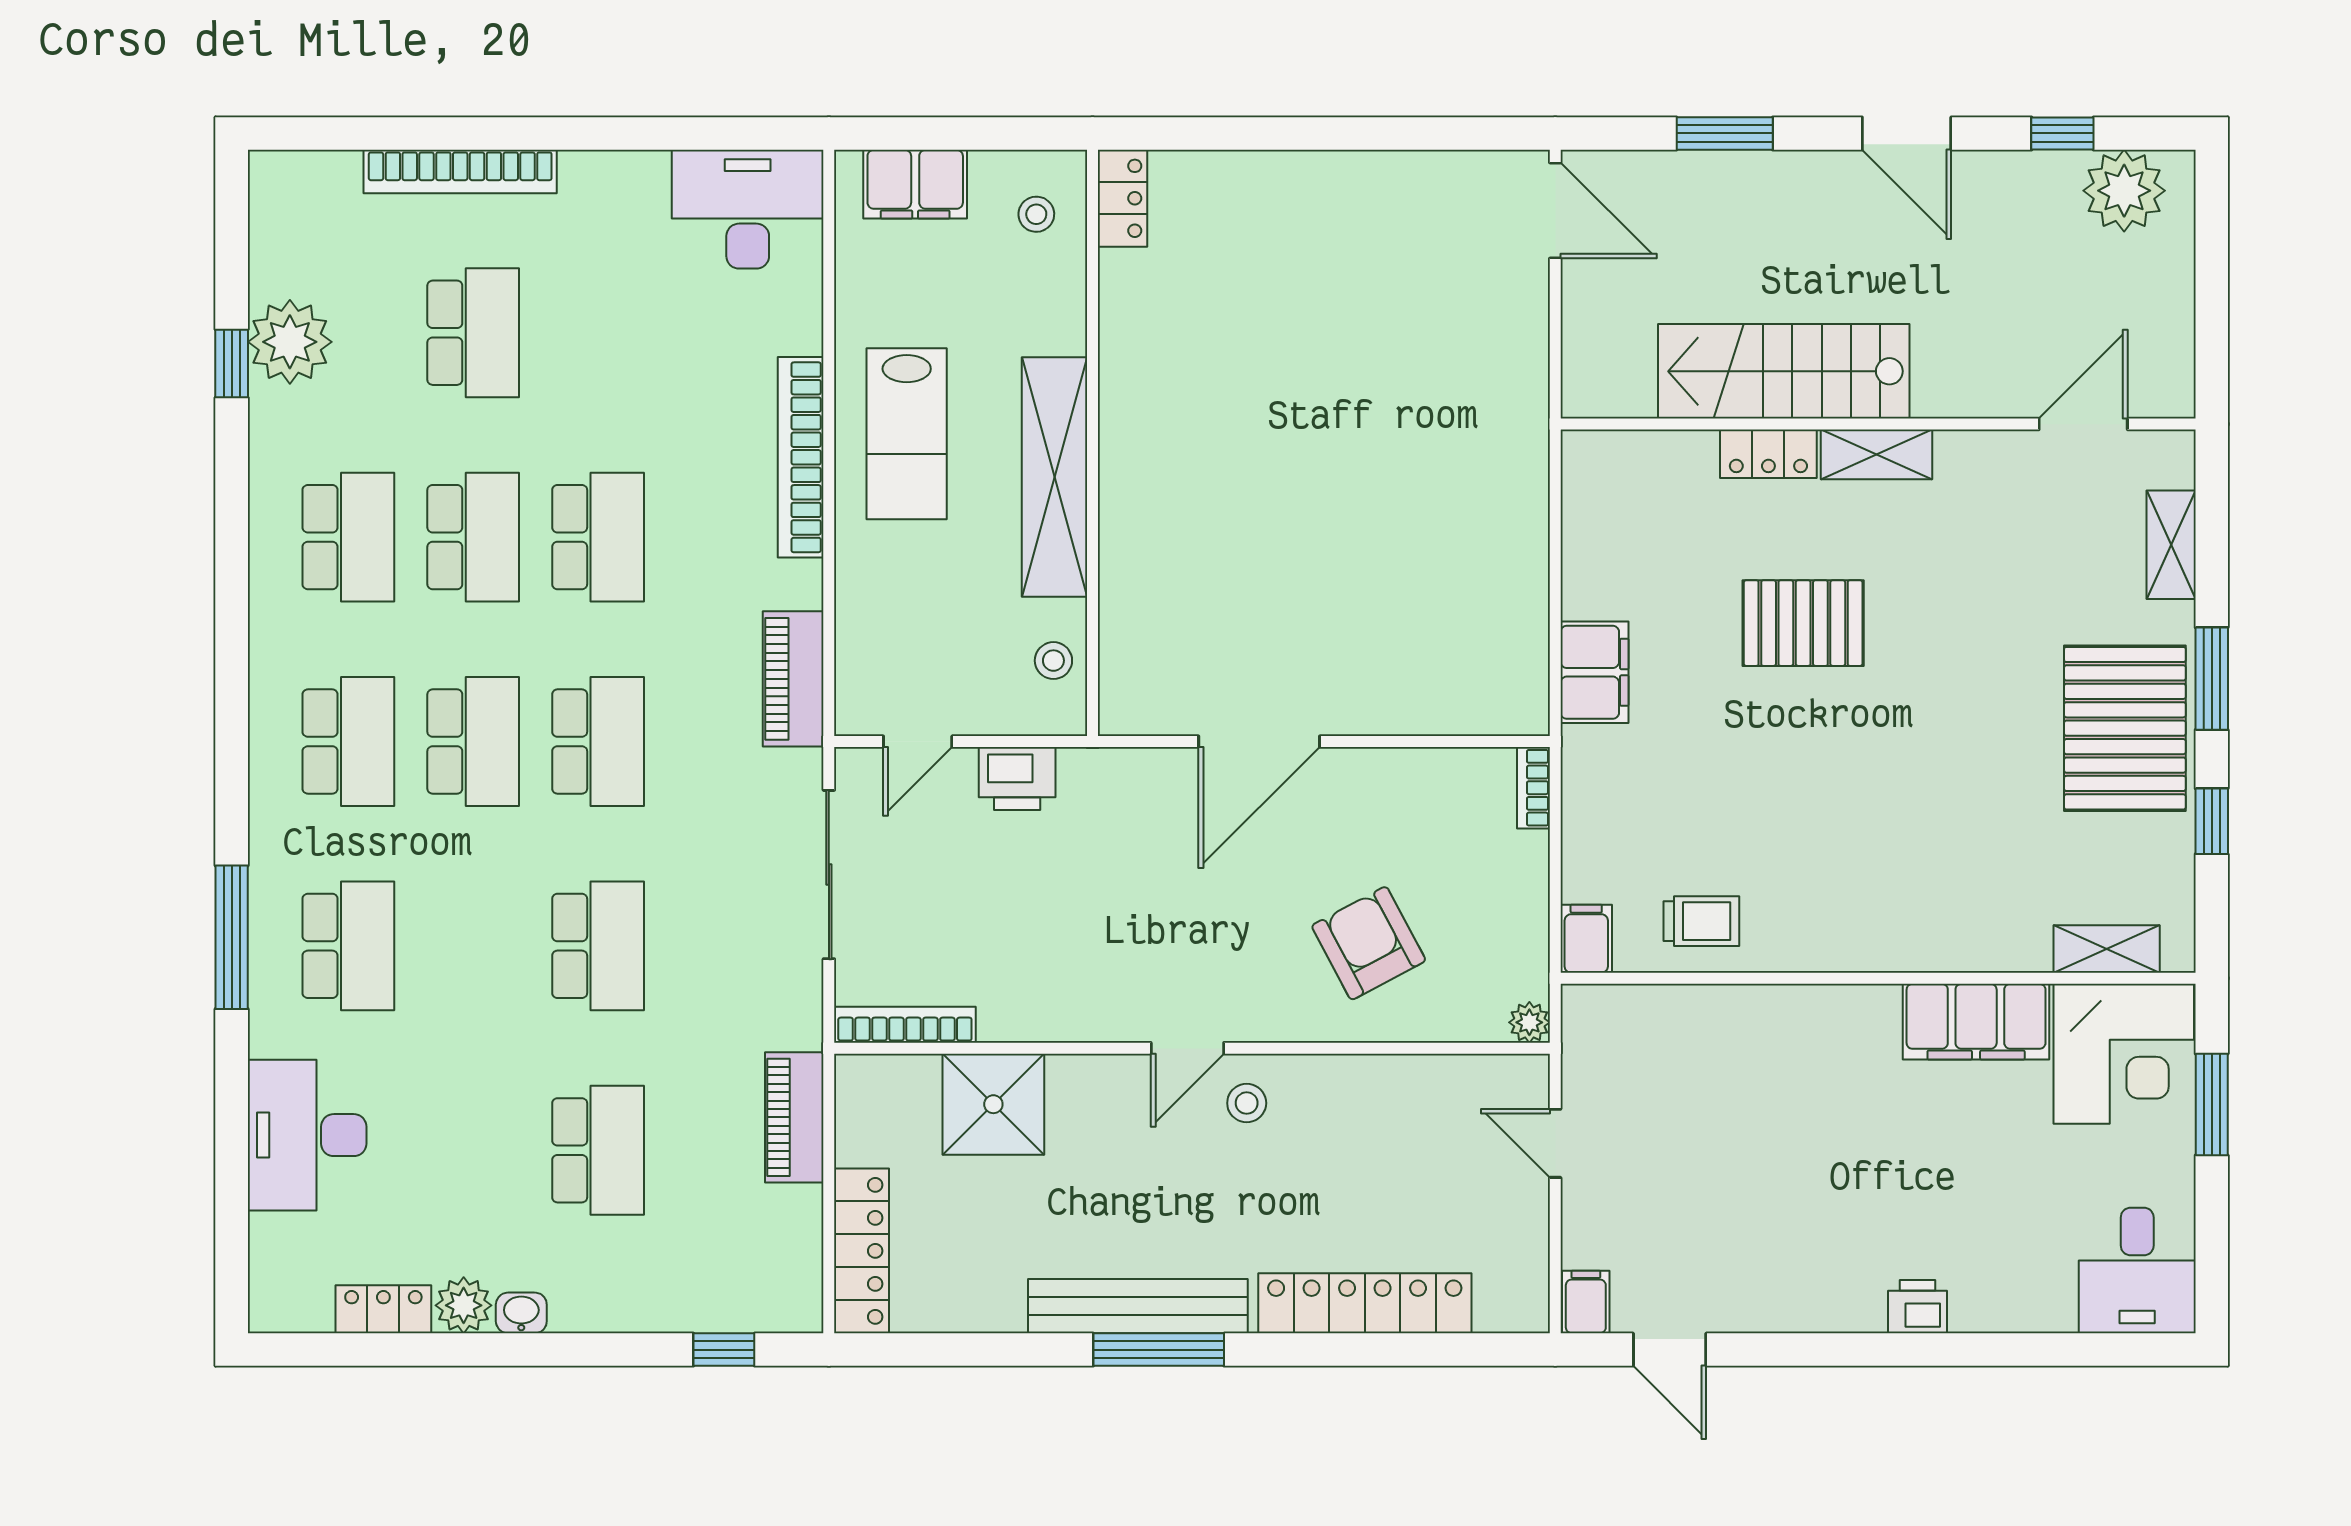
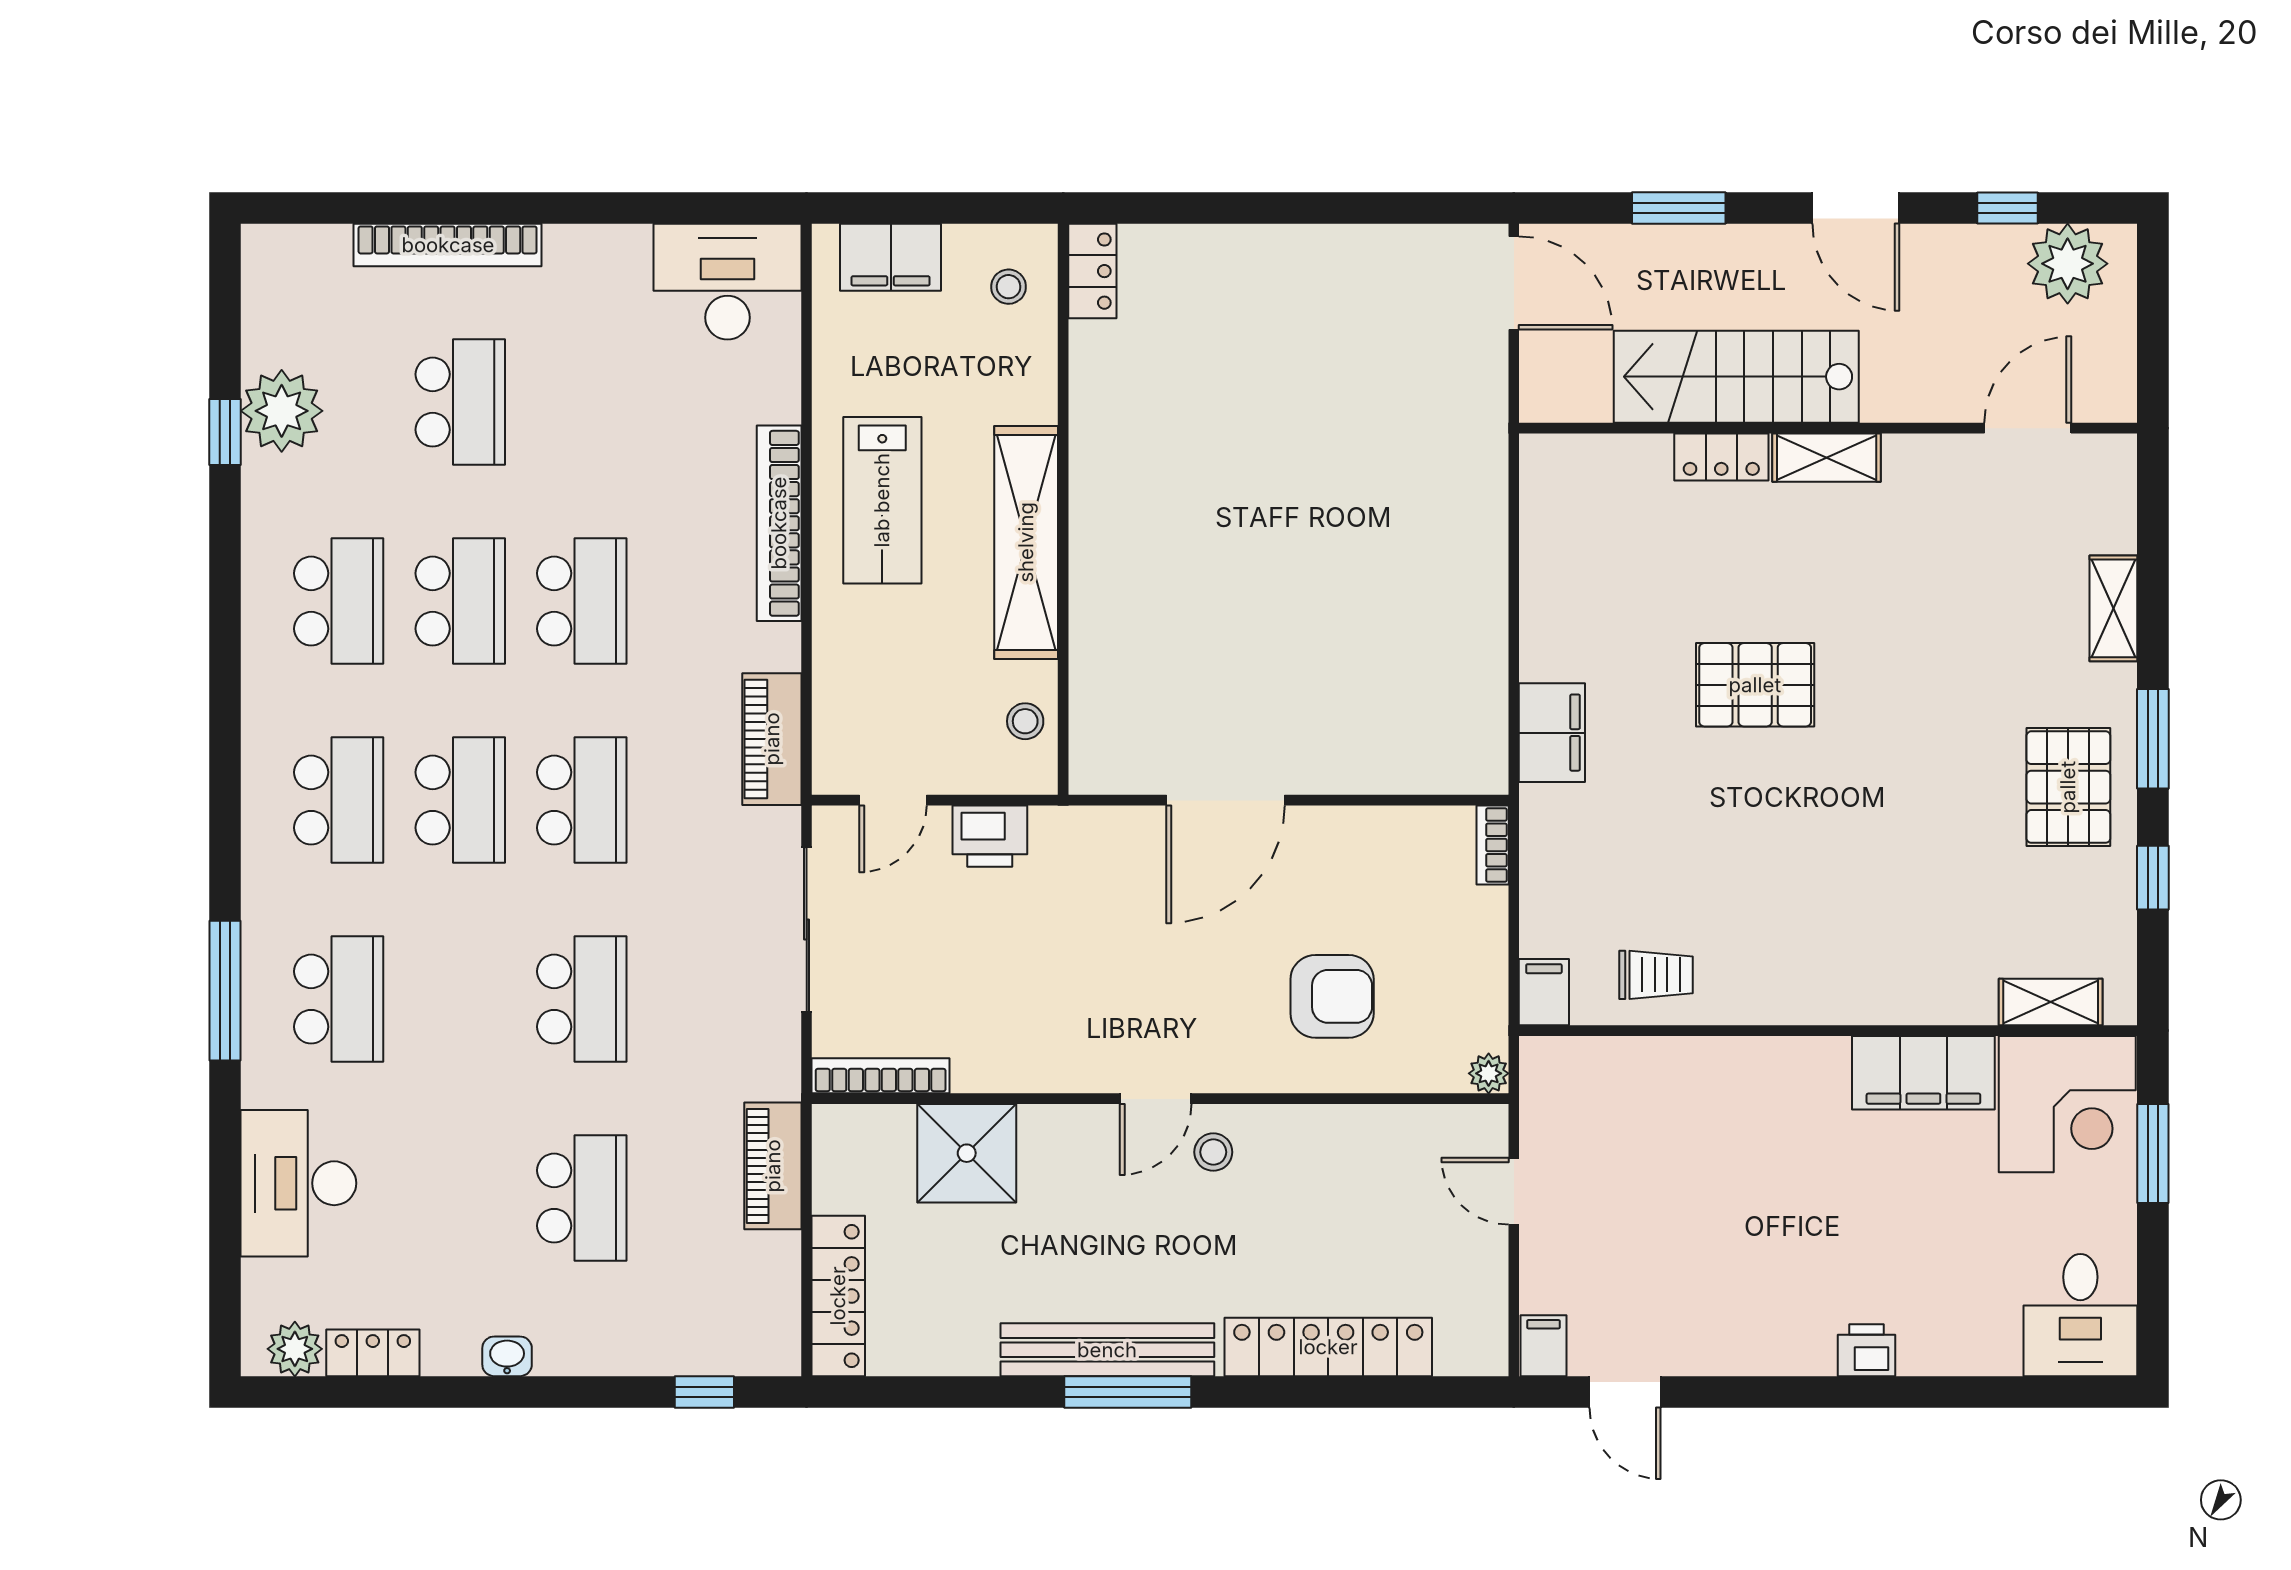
stairs: (1784, 371) -> (1736, 377), moved
wall: (1878, 424) -> (1828, 428), moved
door: (2083, 424) -> (2028, 428), moved
locker: (1768, 454) -> (1721, 457), moved
shelving: (1876, 454) -> (1827, 458), moved
pallet: (2125, 728) -> (2068, 787), width x0.73, depth x0.71
armchair: (1369, 943) -> (1332, 996), turned 118
plant: (464, 1305) -> (295, 1349), moved

